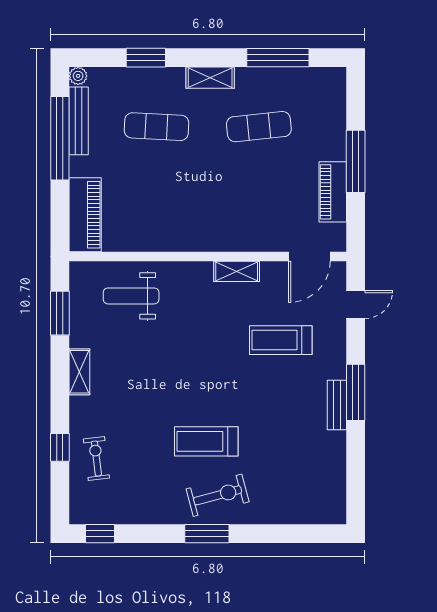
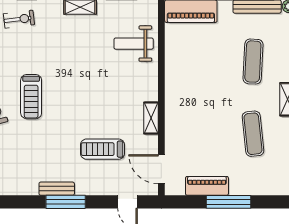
weight bench: (131, 296) -> (134, 44), turned -90
treadmill: (281, 340) -> (102, 149), turned -90
treadmill: (206, 441) -> (31, 97), turned 180

